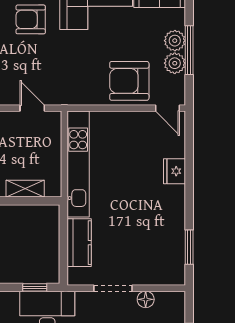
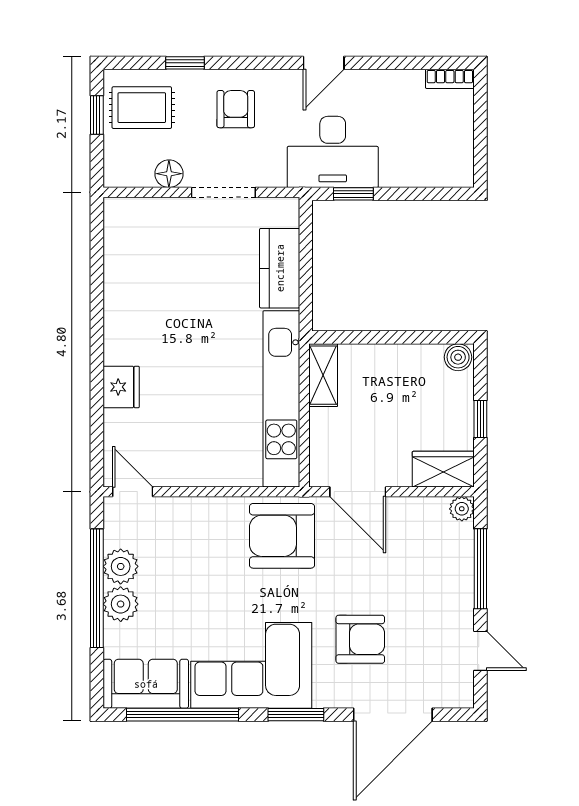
window: (189, 50) -> (97, 588), width x1.46
armchair: (129, 81) -> (282, 536), moved, turned 180
door: (32, 108) -> (358, 492), width x1.38
shelving: (25, 189) -> (323, 375), moved, turned 90
window: (189, 247) -> (97, 261), removed

